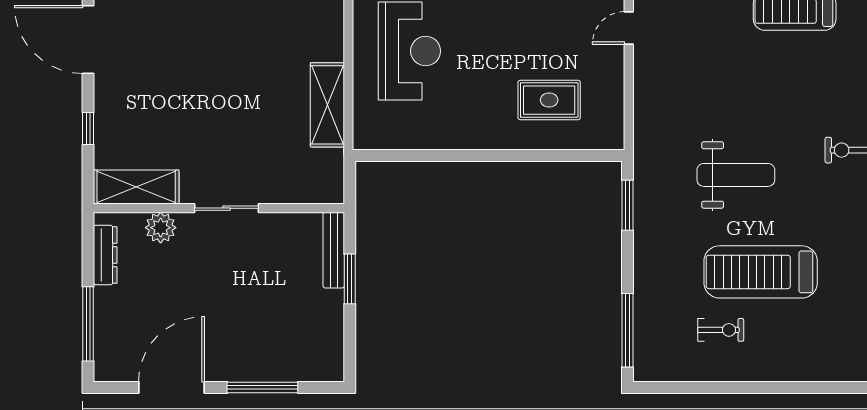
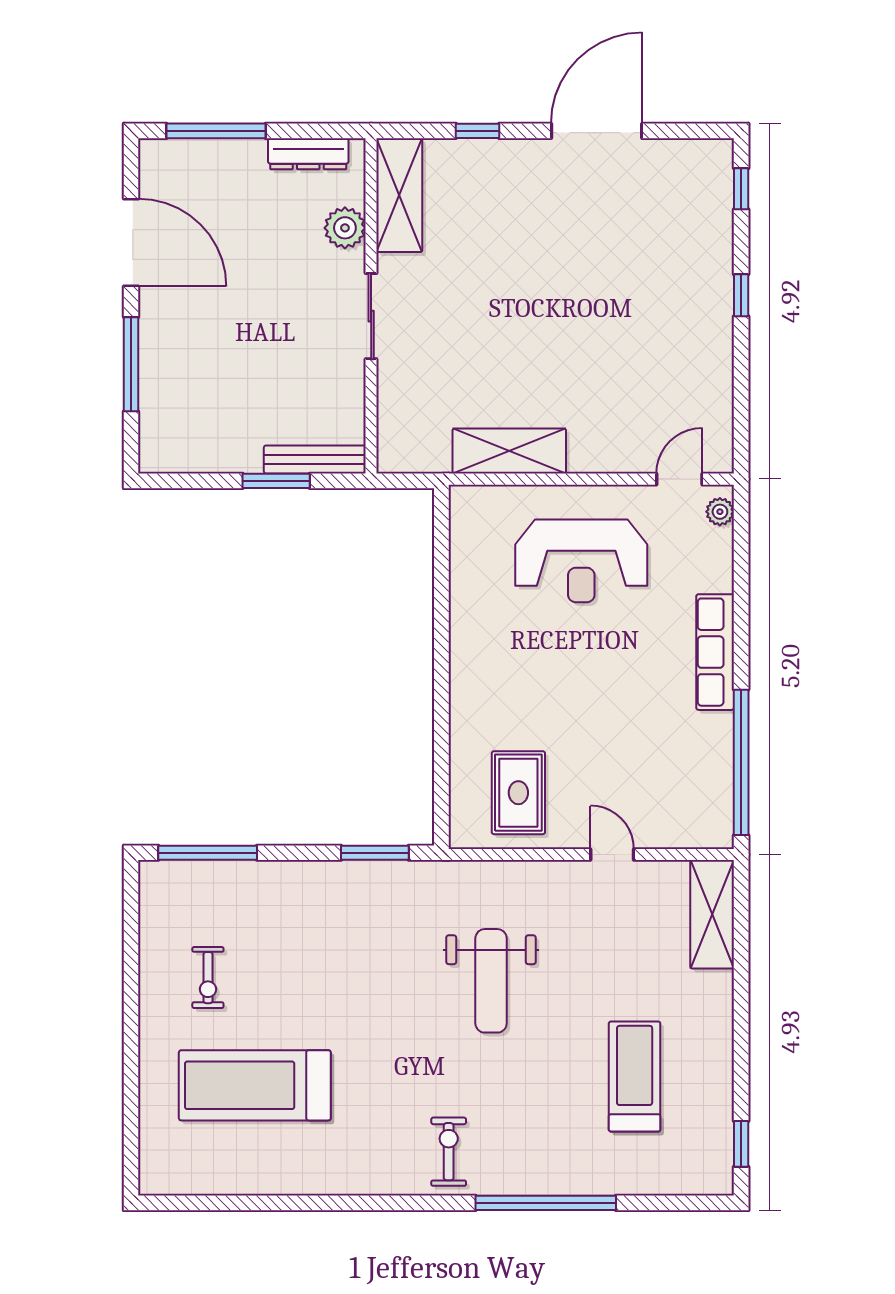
rug: (549, 100) -> (518, 793), moved
weight bench: (736, 175) -> (491, 981), moved
treadmill: (761, 272) -> (255, 1085), moved, turned -90

